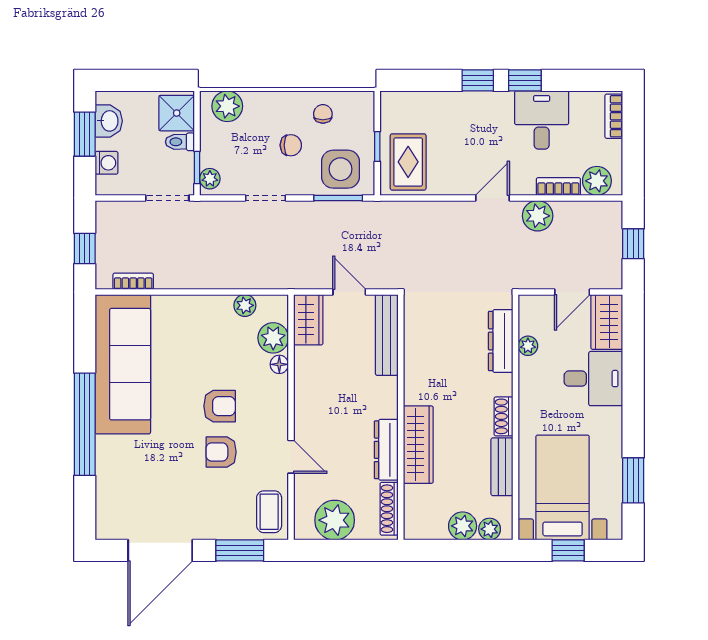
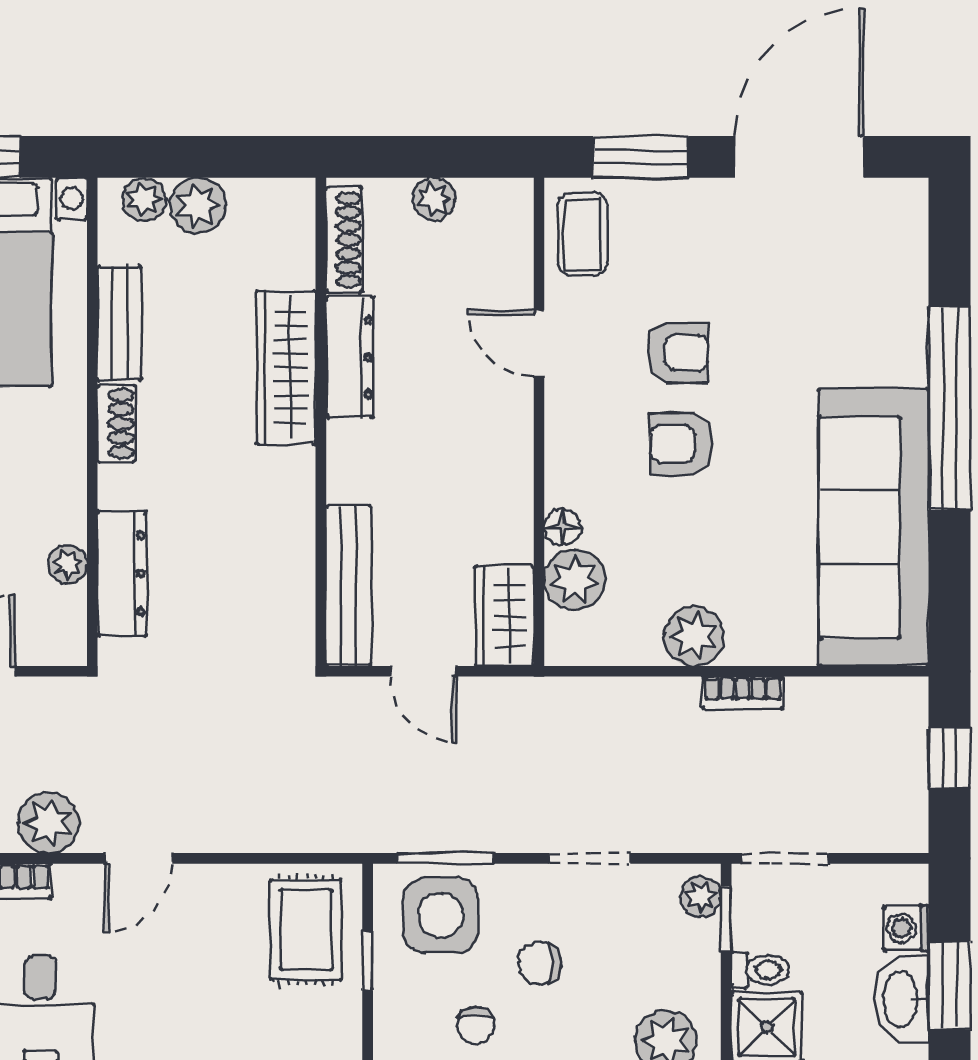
washbasin: (109, 121) -> (902, 999), width x1.38
bookcase: (133, 281) -> (743, 693), moved
plant: (245, 305) -> (694, 636), moved, width x1.38, depth x1.38
plant: (335, 520) -> (434, 199), width x0.53, depth x0.53

